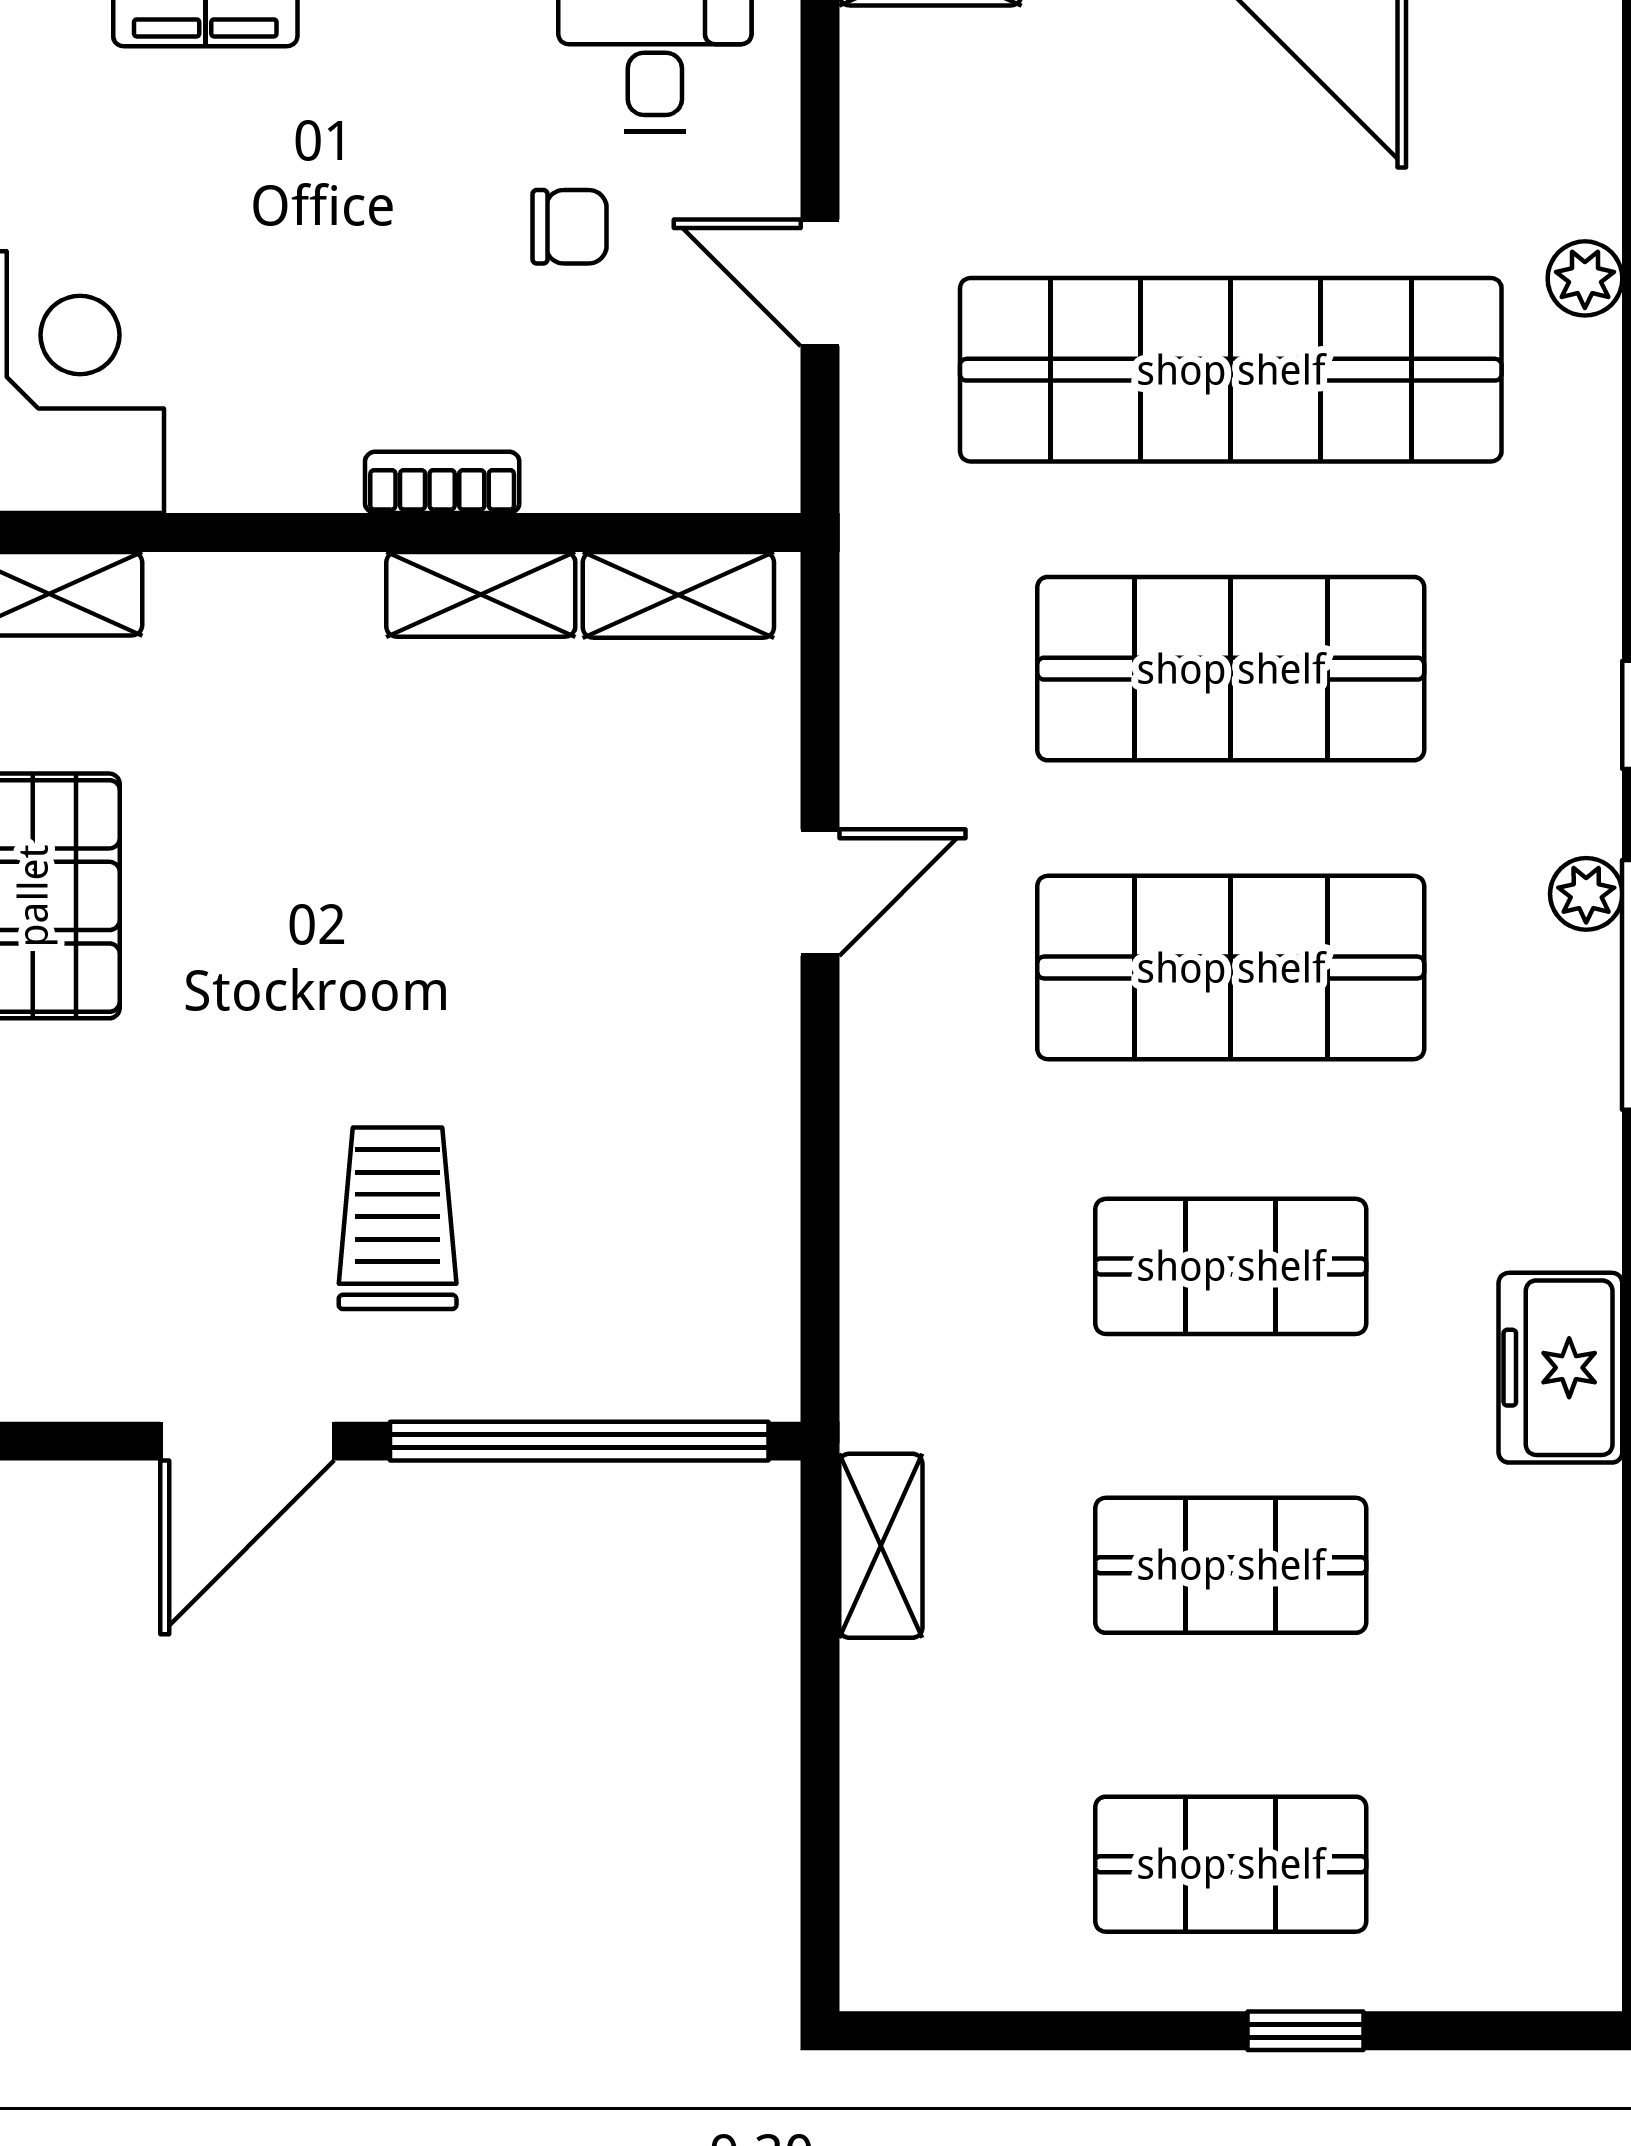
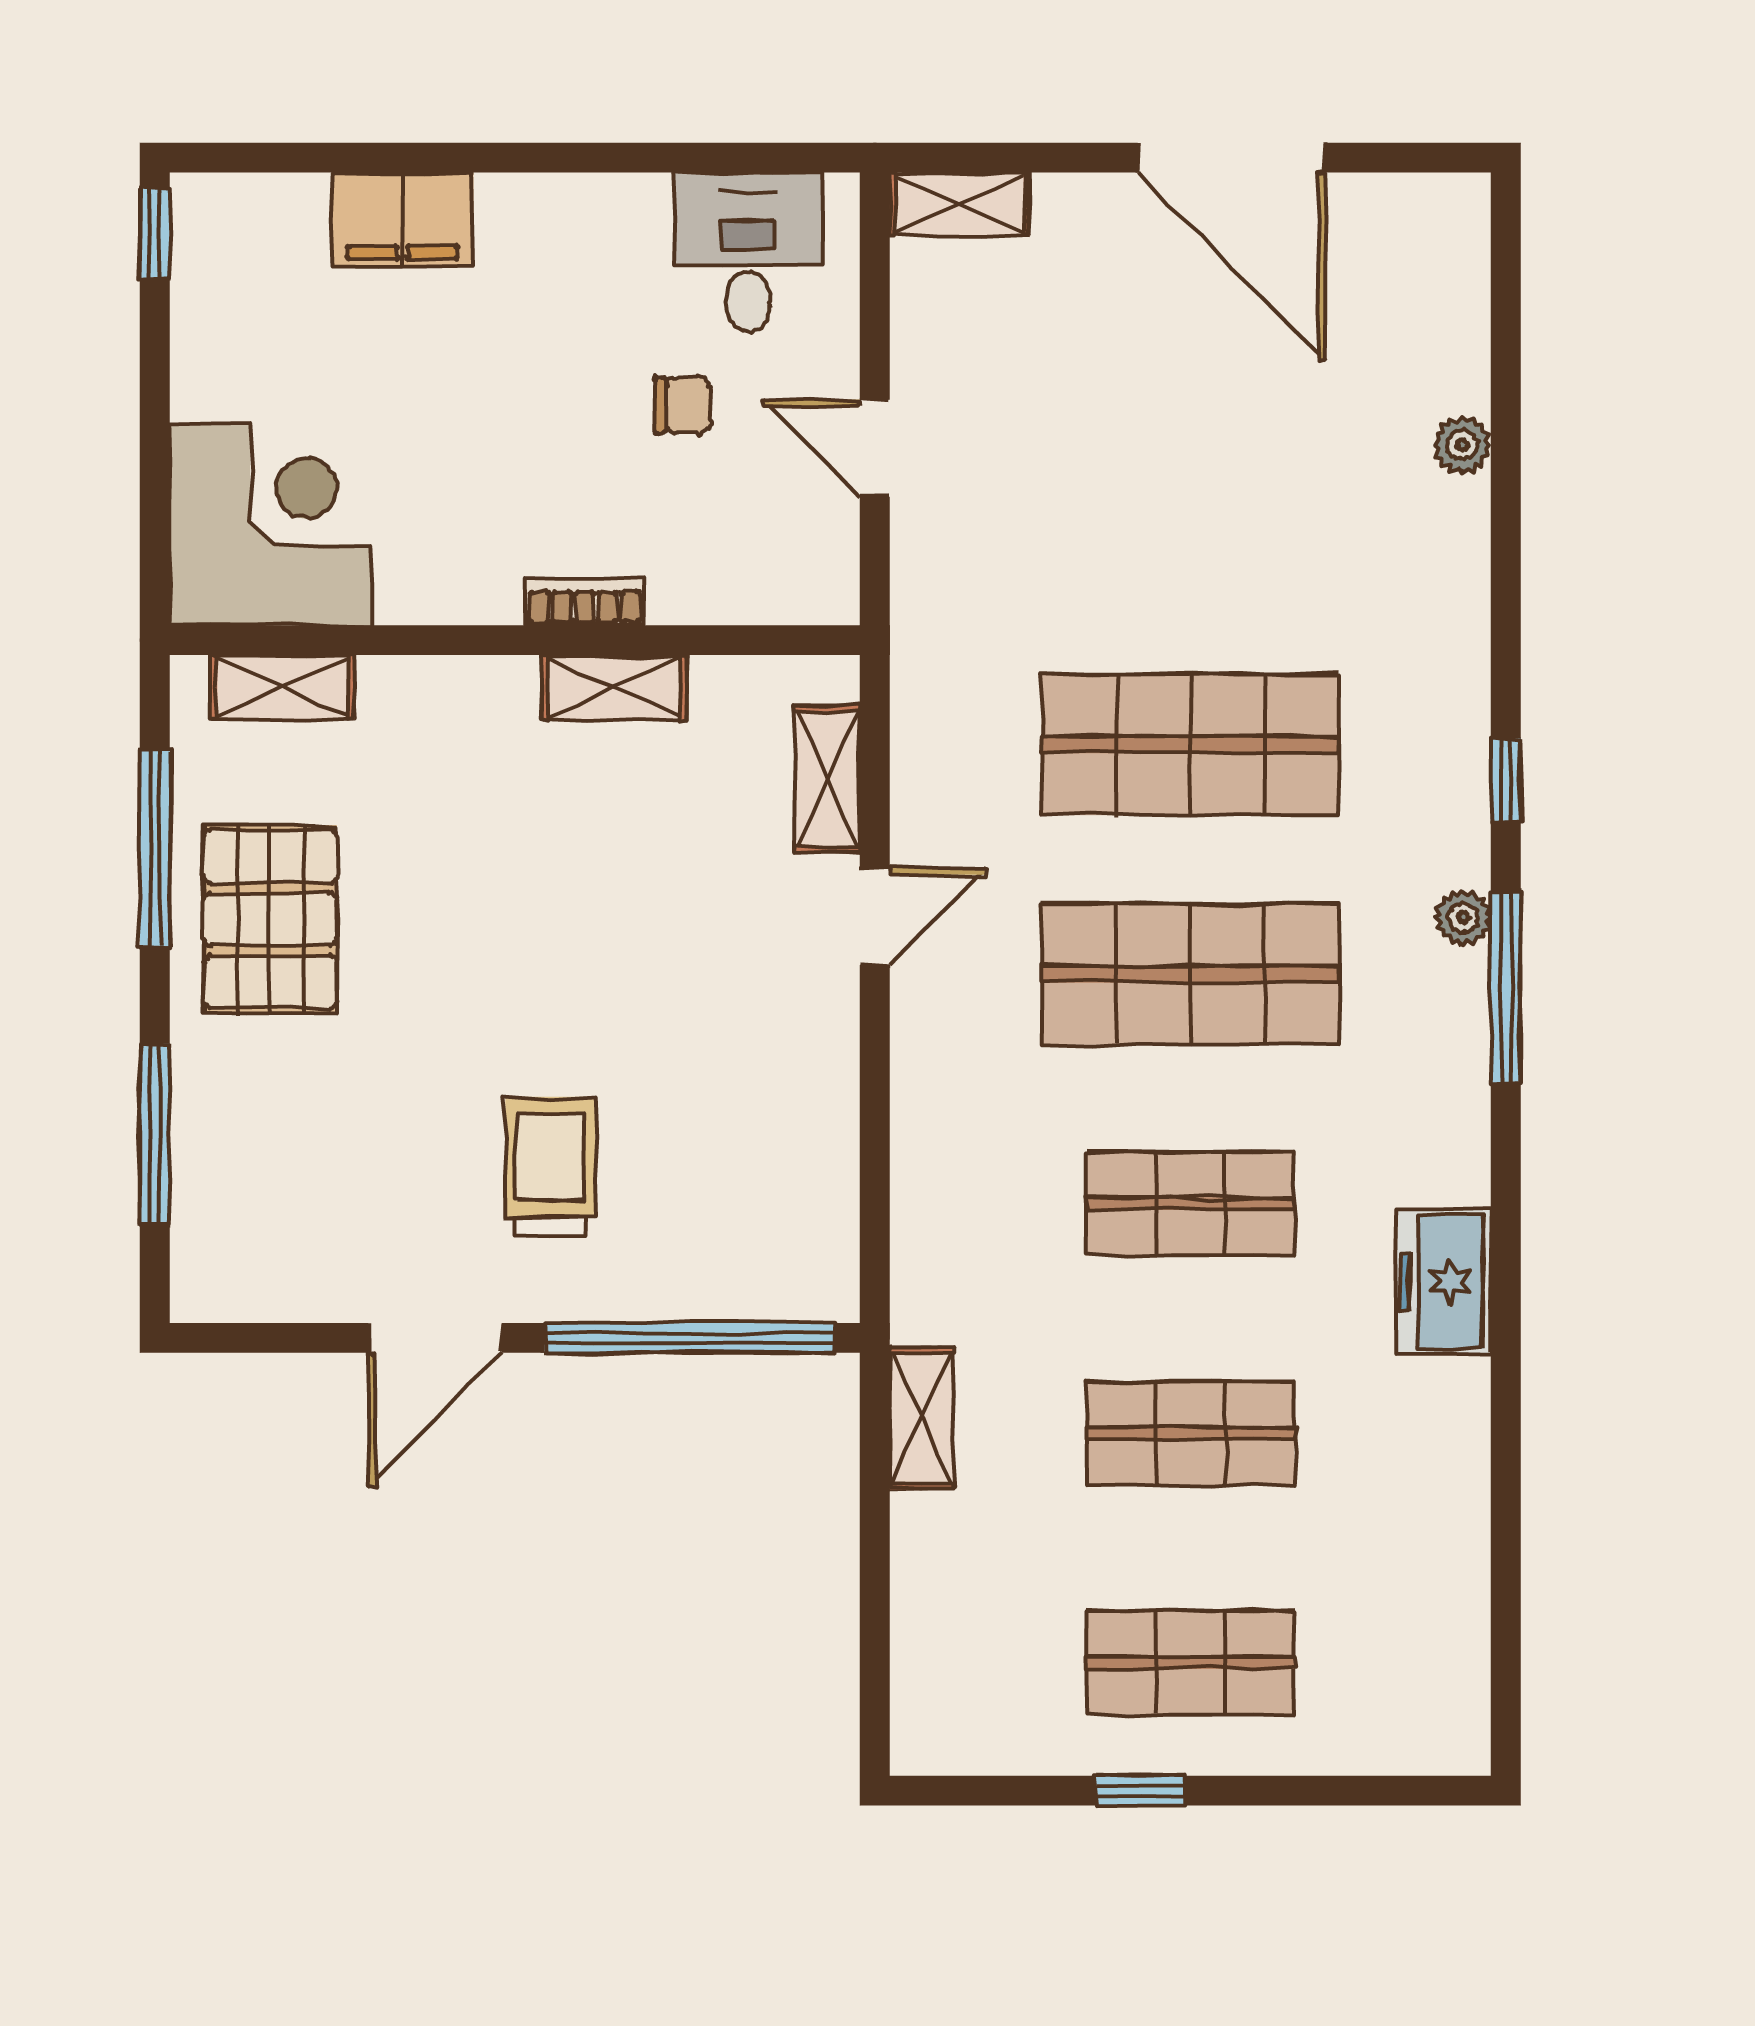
shop shelf: (1231, 370) -> (1190, 515), removed
shelving: (678, 595) -> (827, 779), moved, turned 90
window: (1306, 2031) -> (1140, 1791), moved

